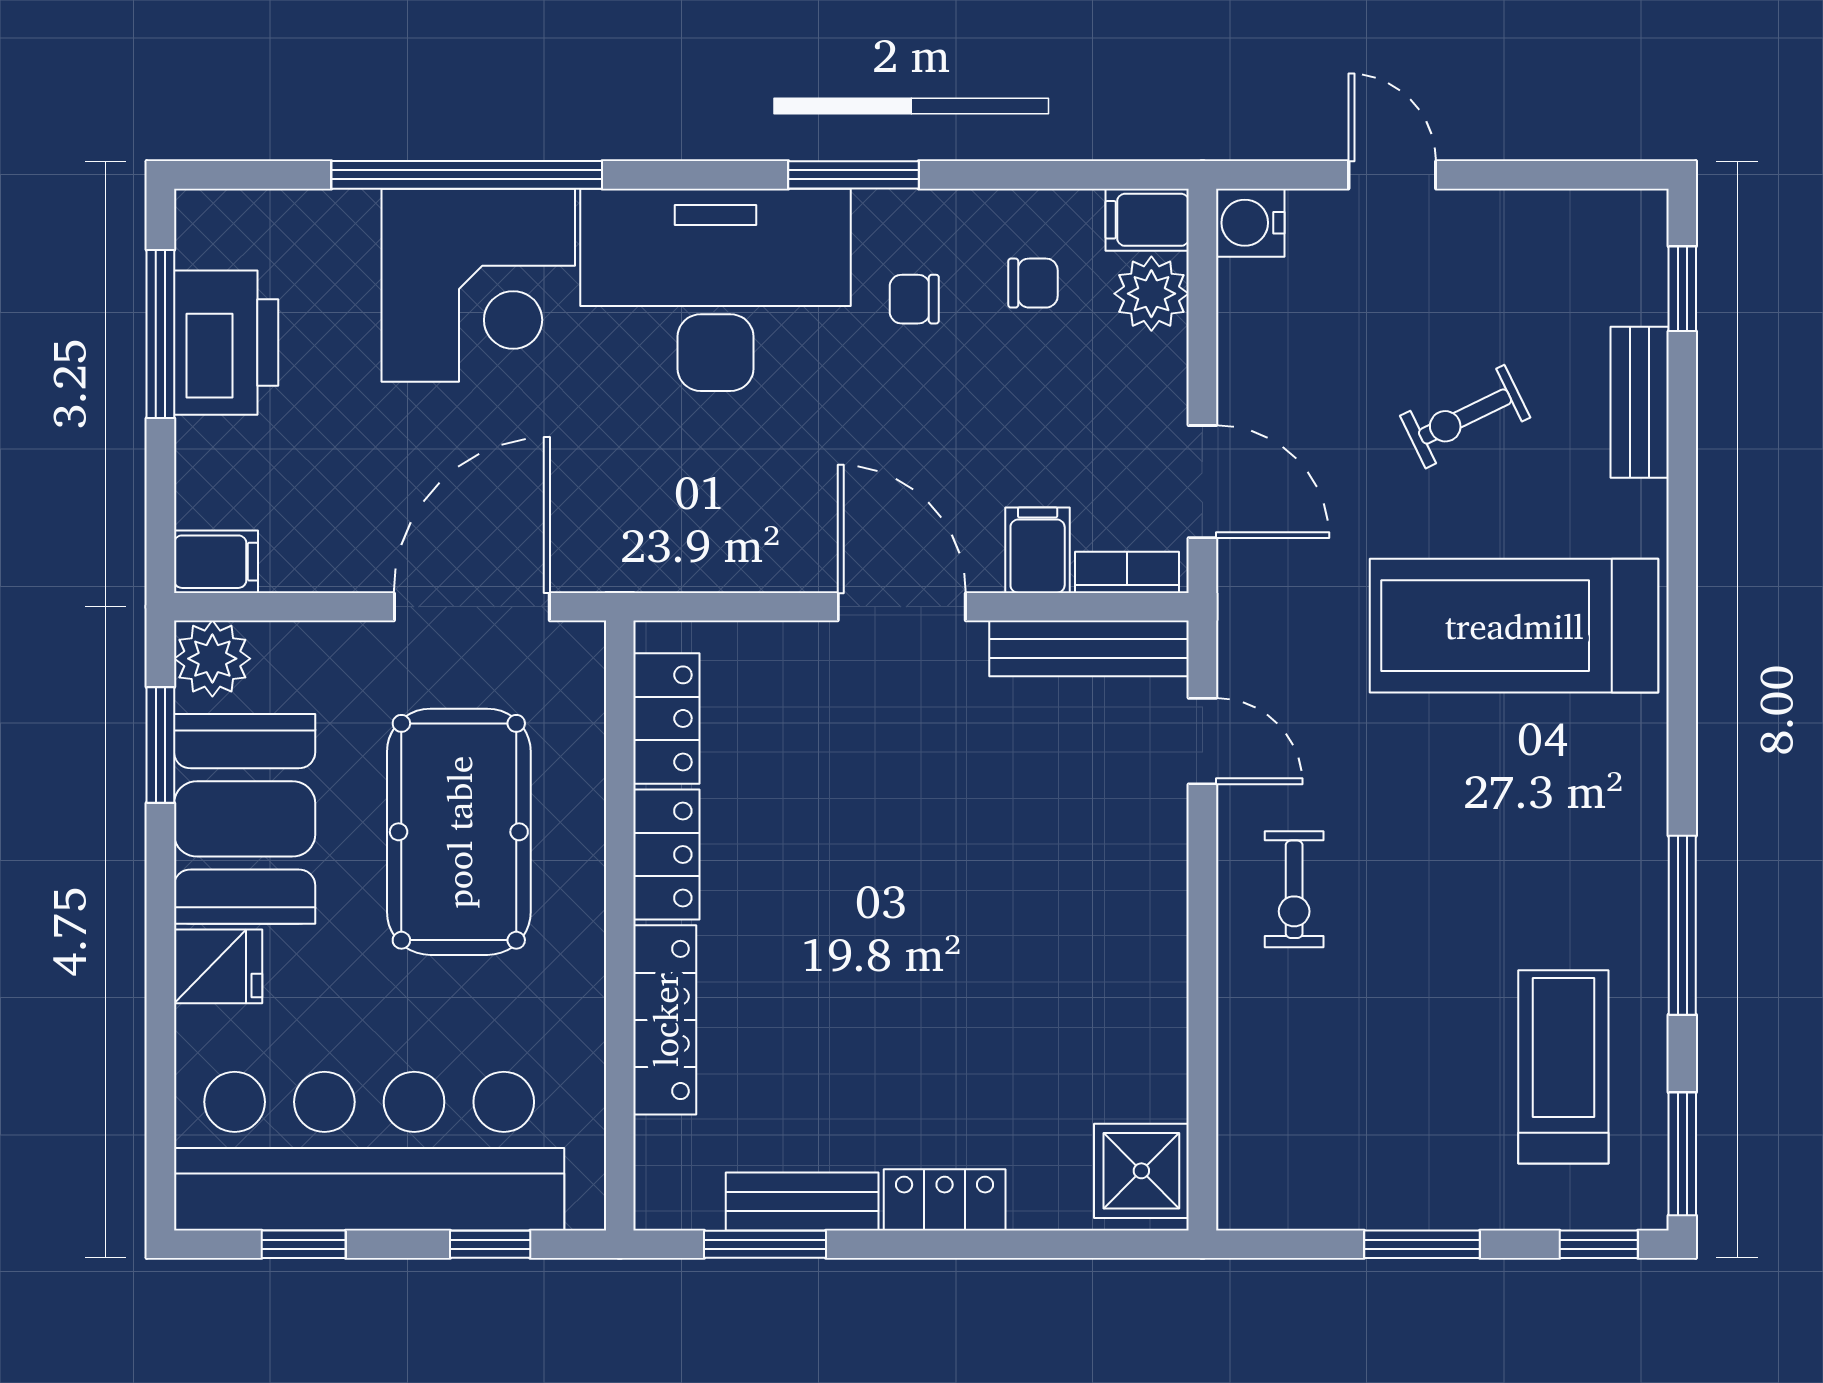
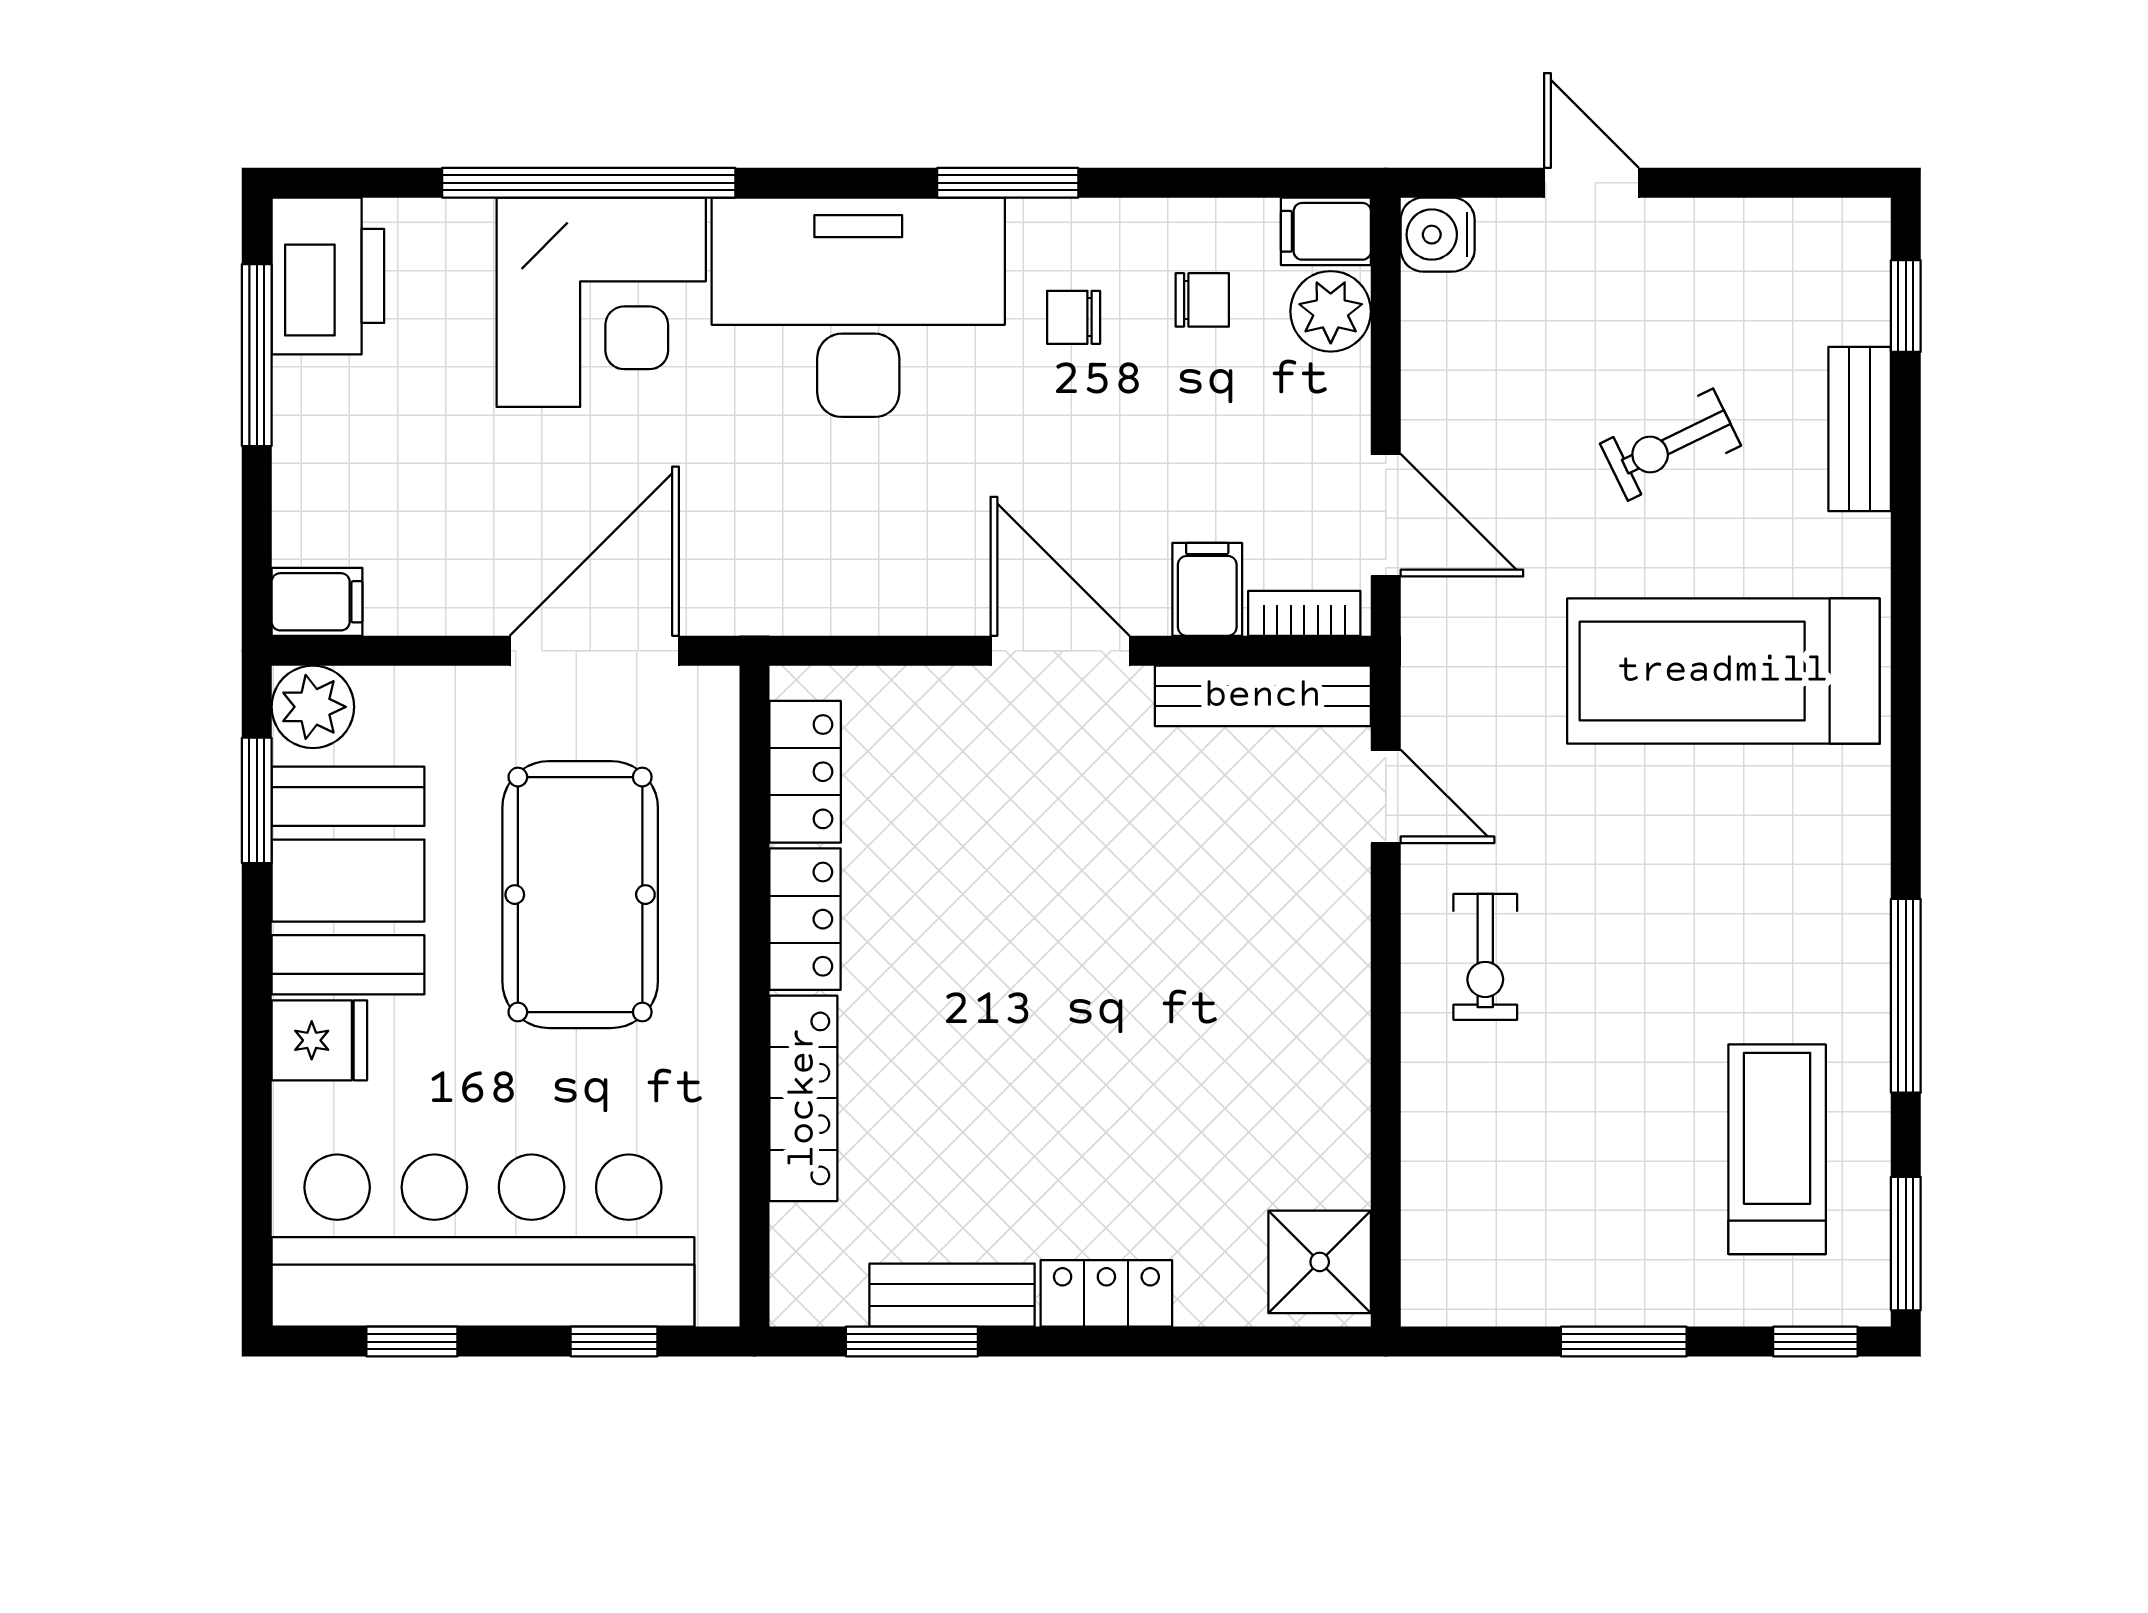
printer: (226, 343) -> (328, 276), moved

